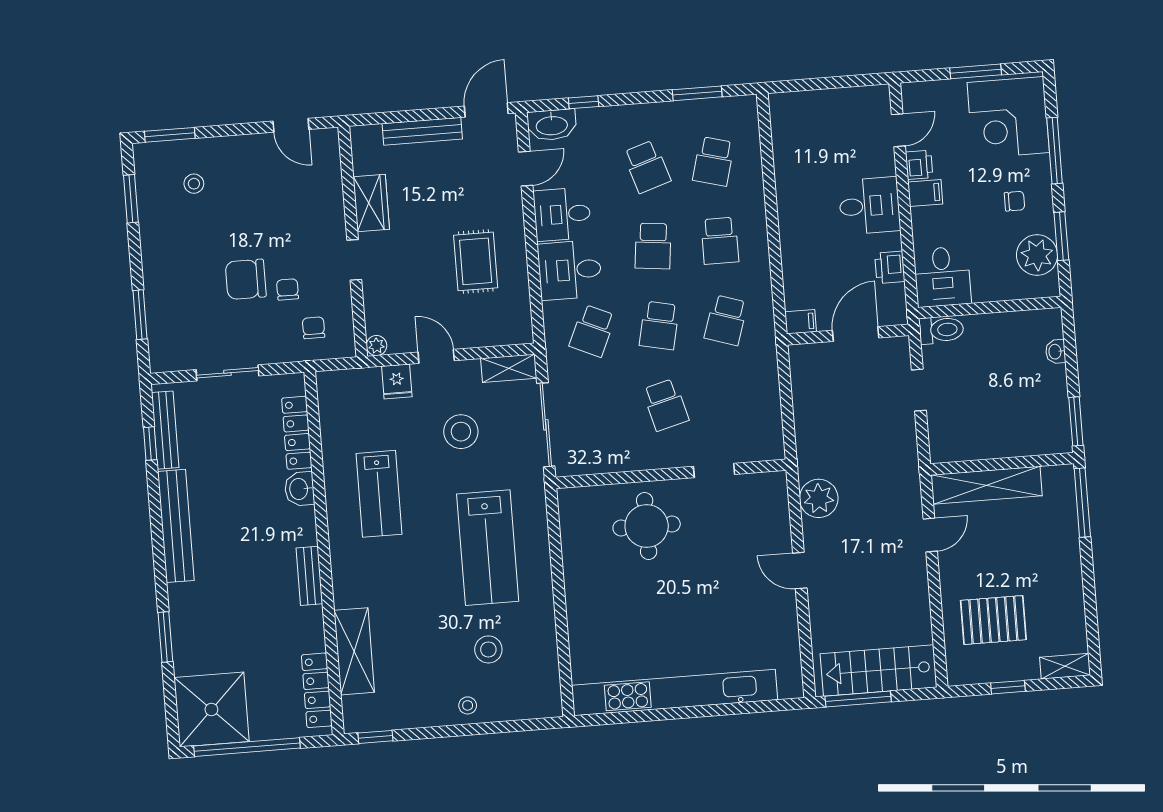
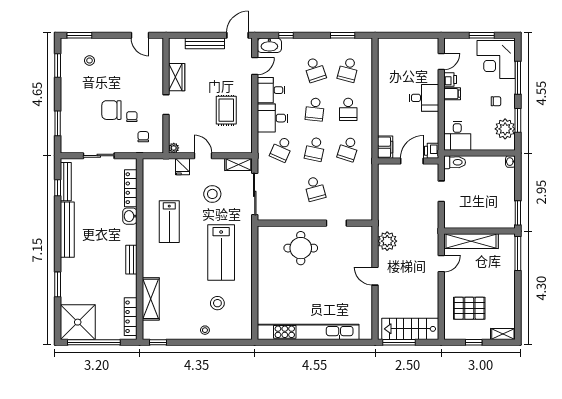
printer: (890, 267) -> (432, 151), moved
filing cabinet: (801, 322) -> (385, 147), width x2.00
washbasin: (1056, 352) -> (510, 162), moved

